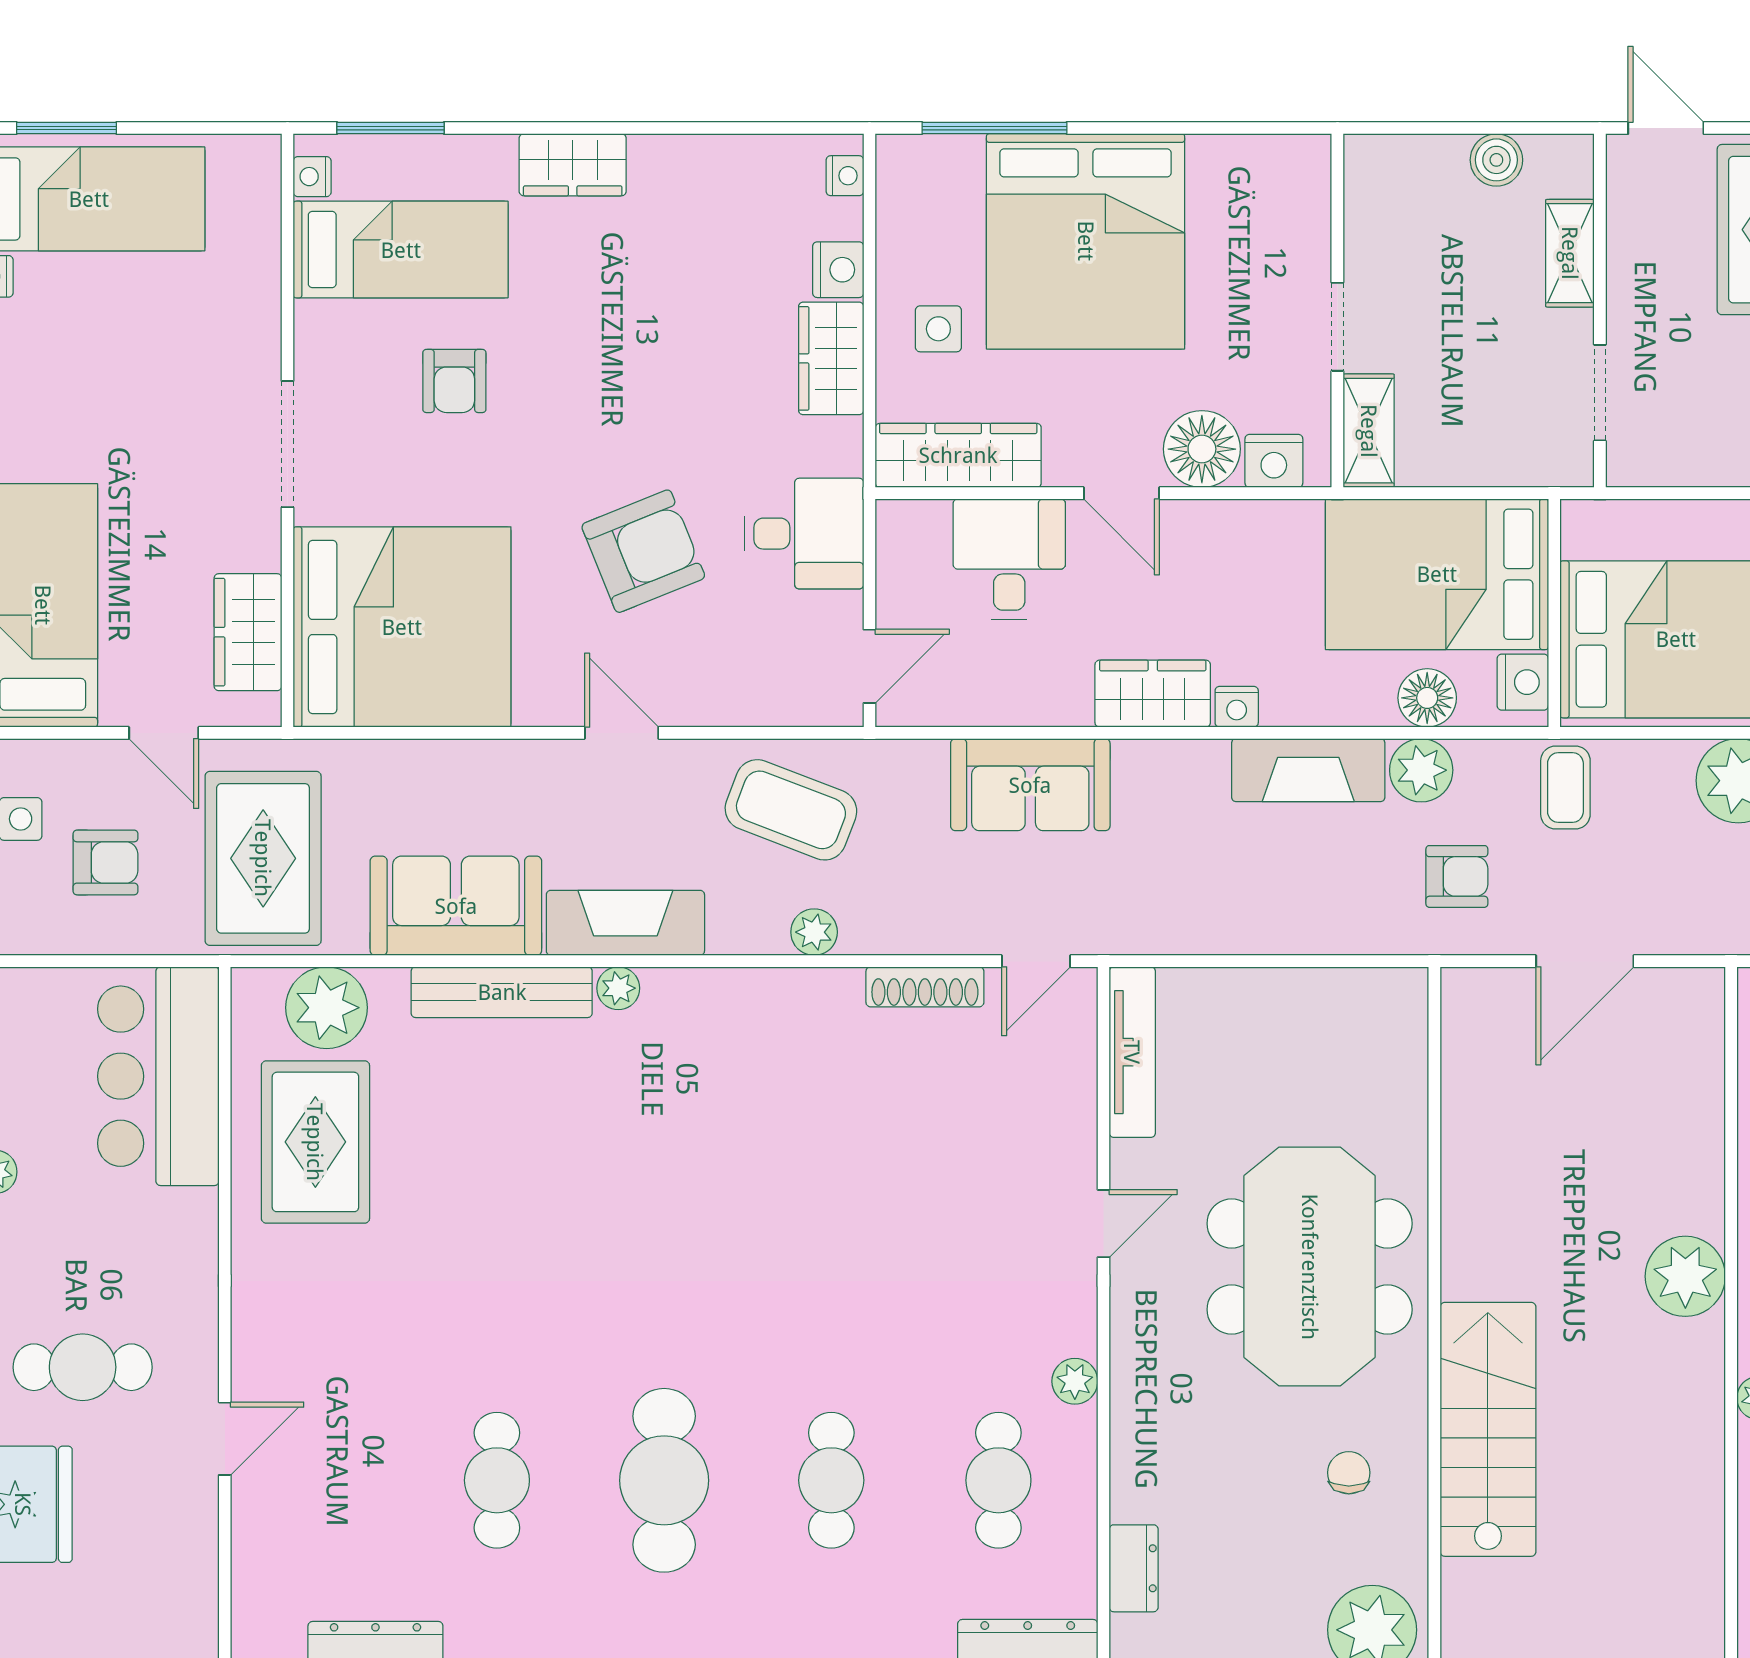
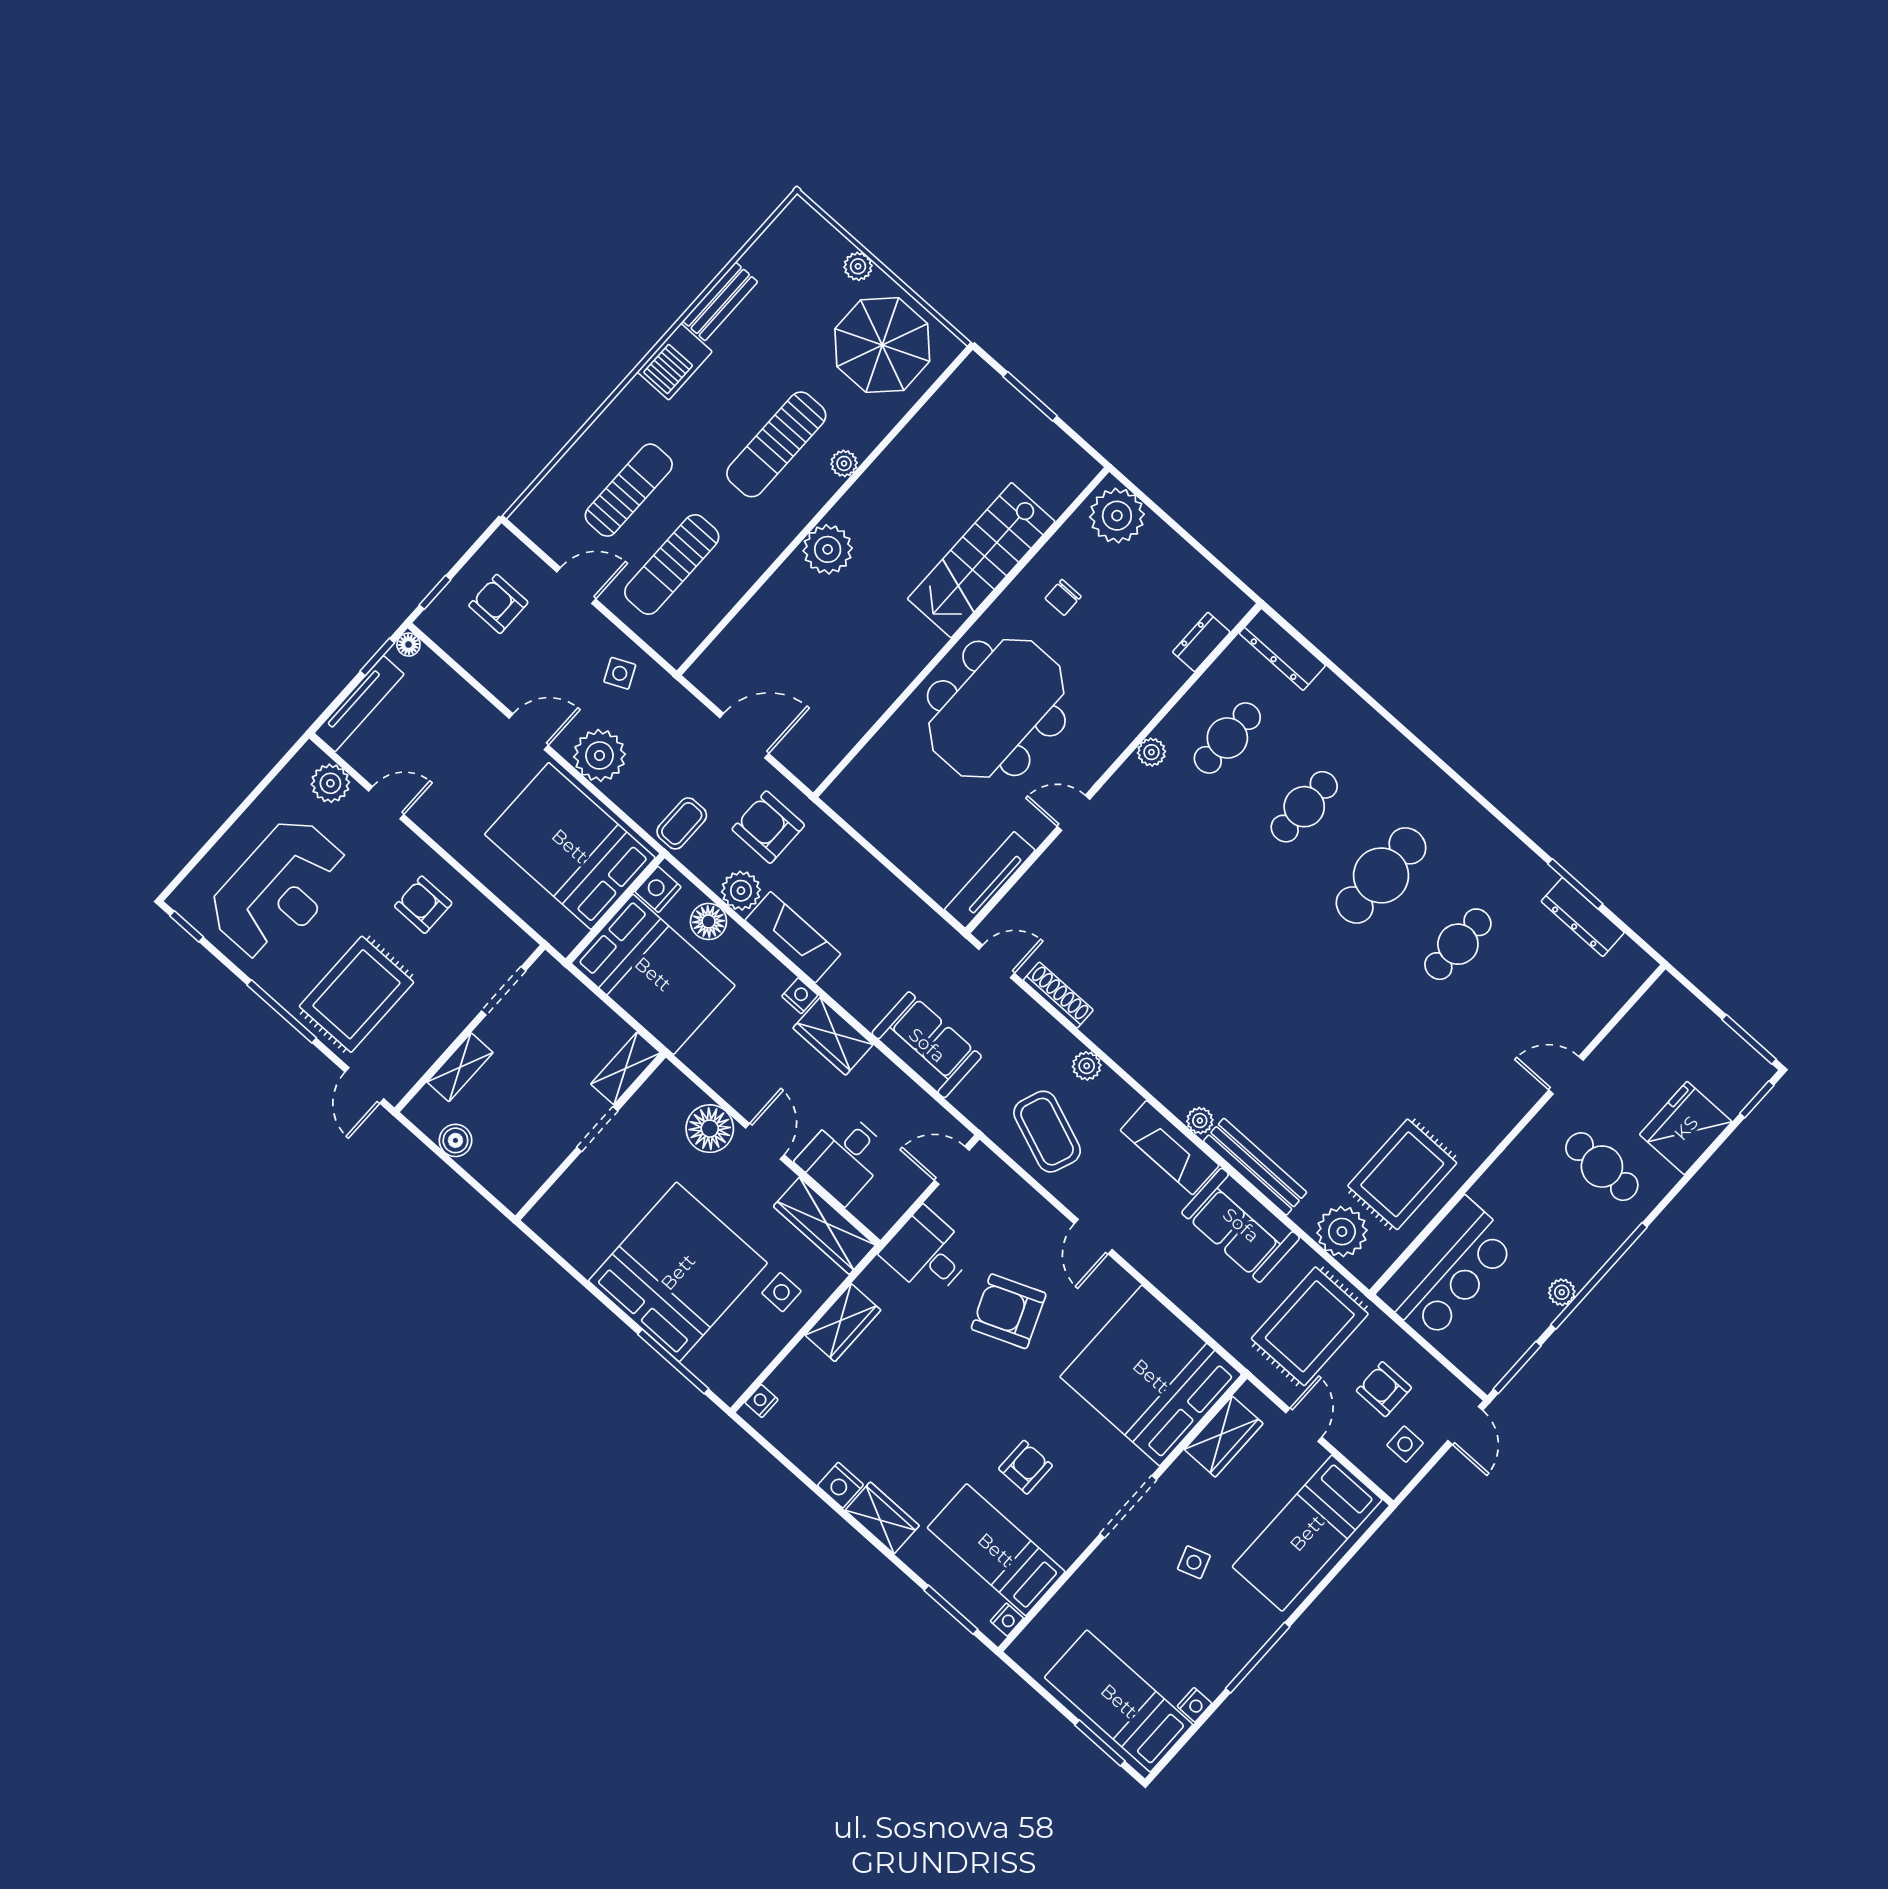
nightstand: (838, 270) -> (840, 1485), moved, turned -90
side table: (148, 448) -> (1194, 1562), added
nightstand: (1274, 461) -> (682, 1093), removed
armchair: (1457, 876) -> (768, 827), width x1.38, depth x1.38

